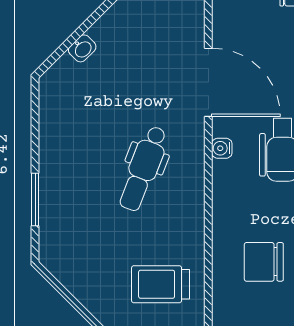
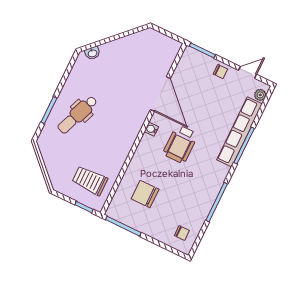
washbasin: (82, 48) -> (92, 53), moved
dental chair: (143, 168) -> (77, 115), moved

